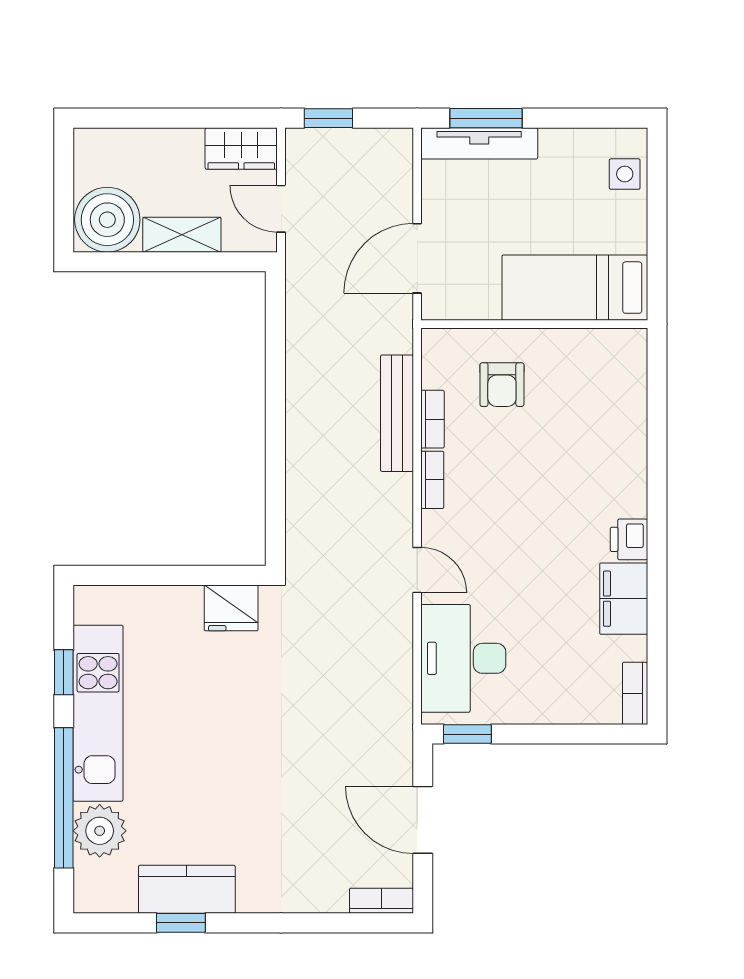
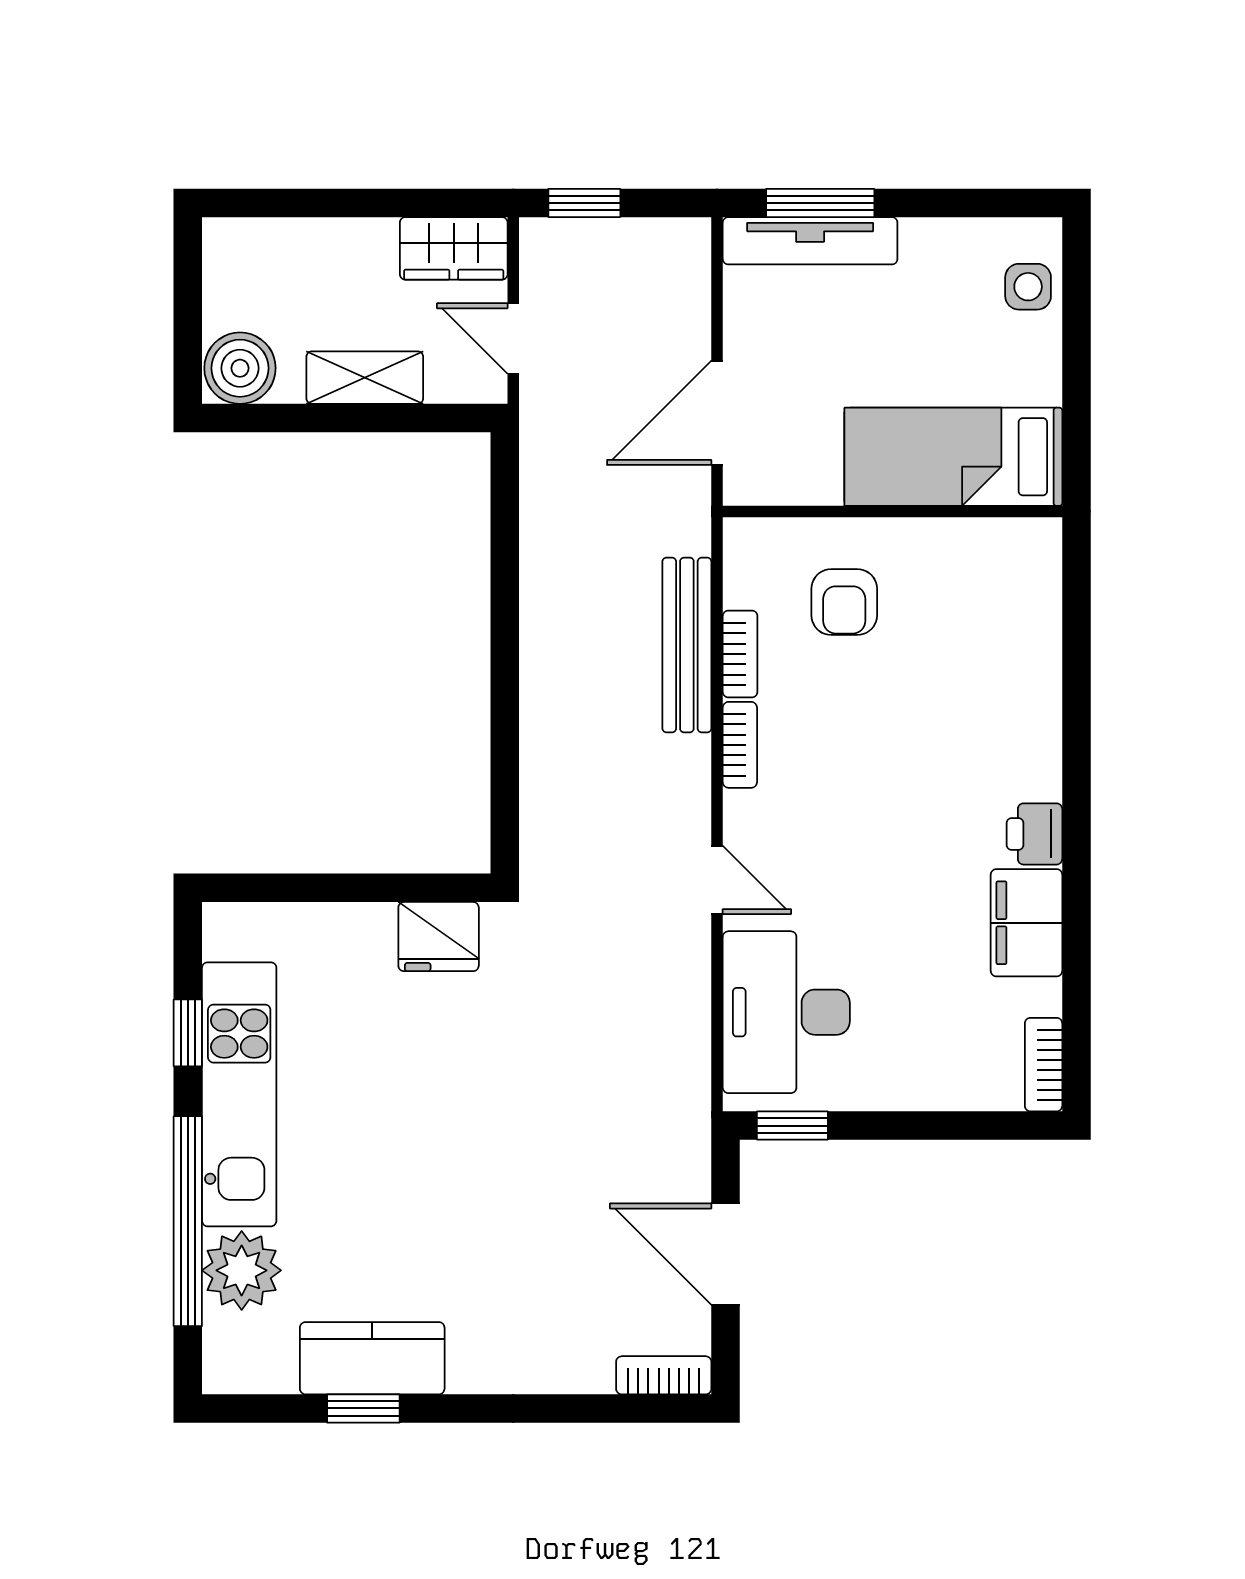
boiler: (107, 220) -> (240, 368), width x0.73, depth x0.73

